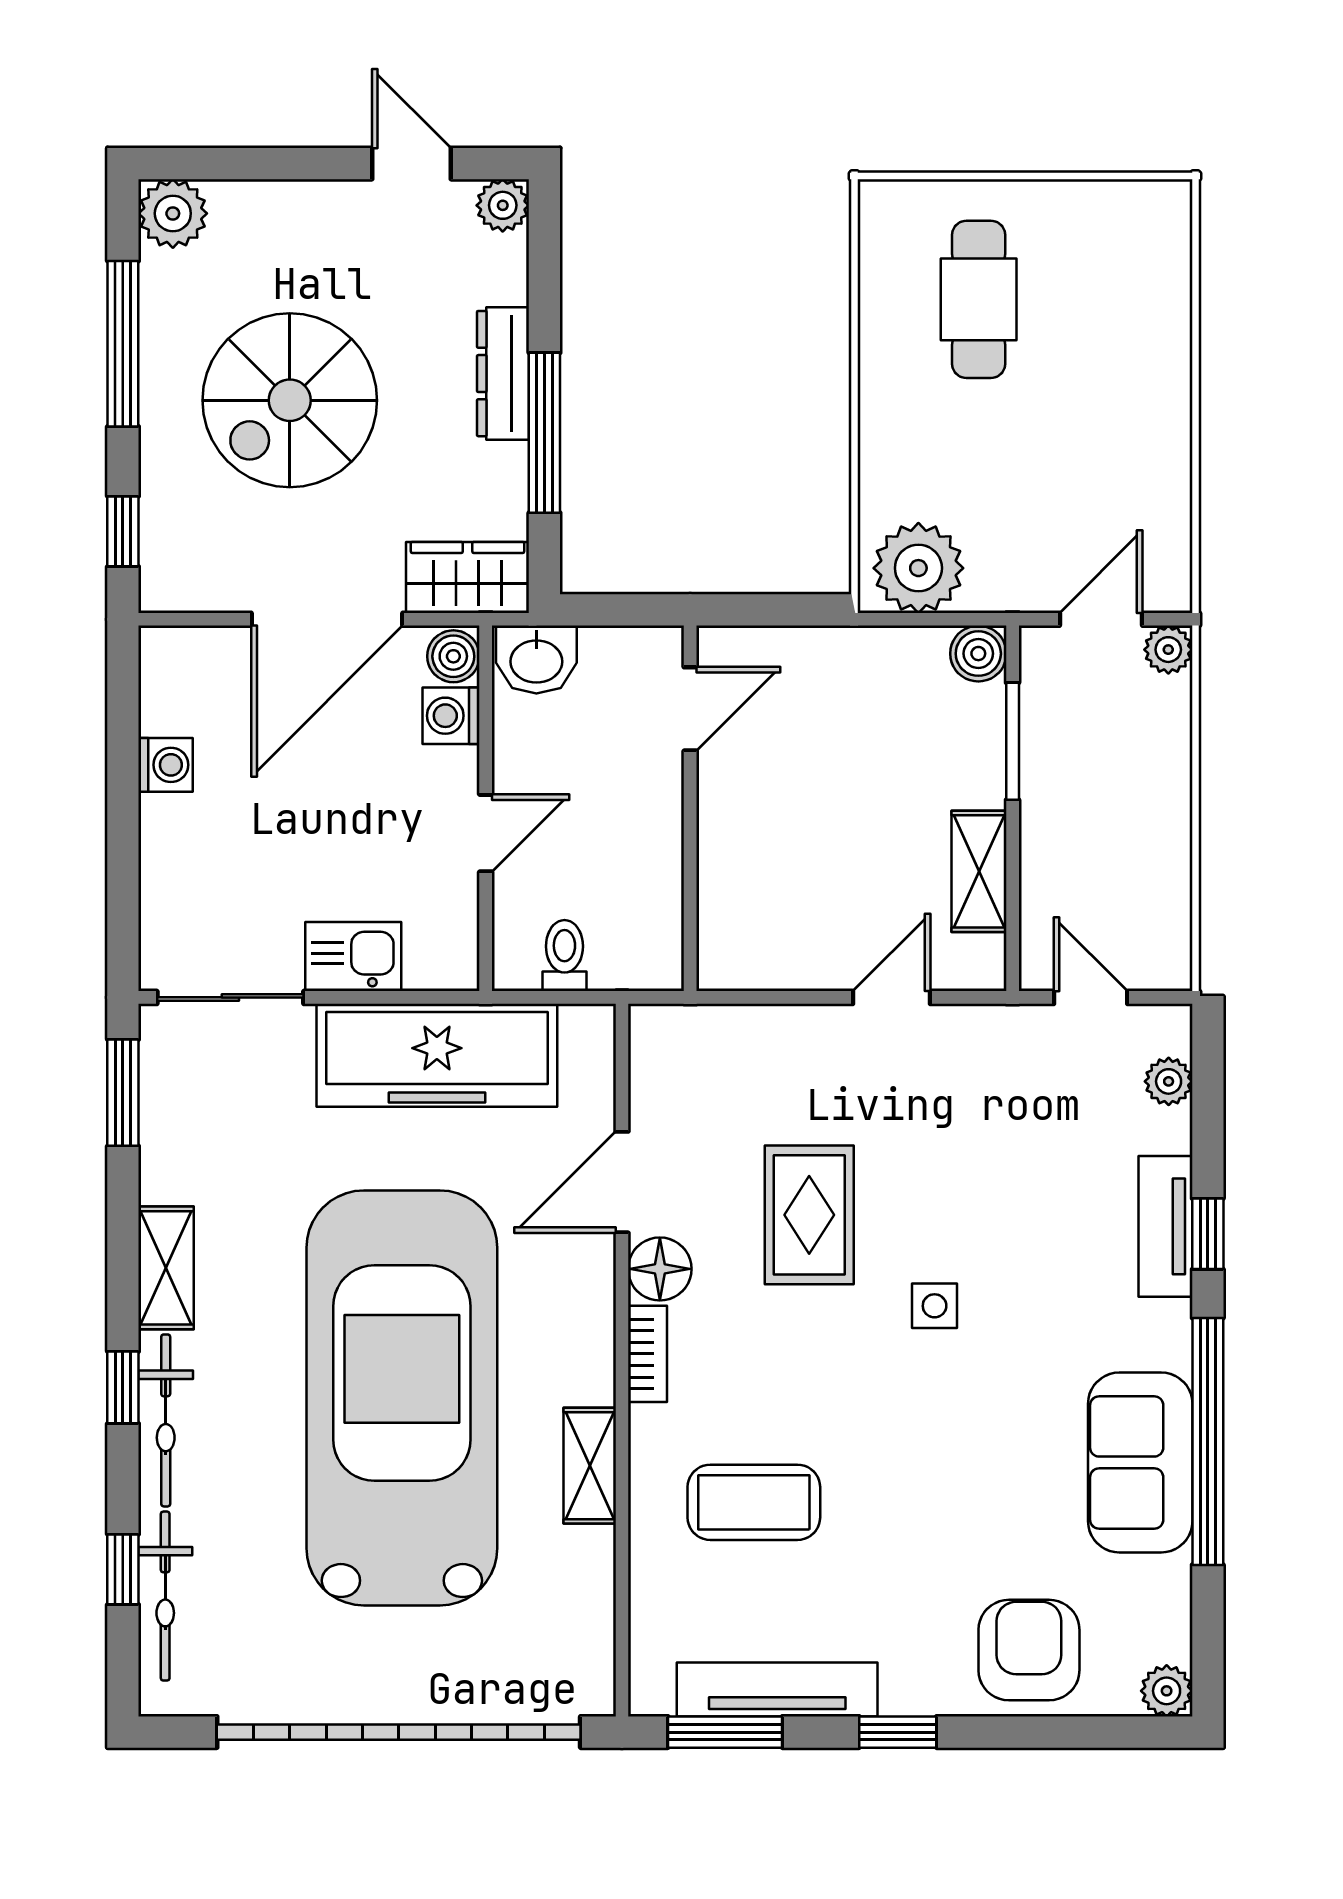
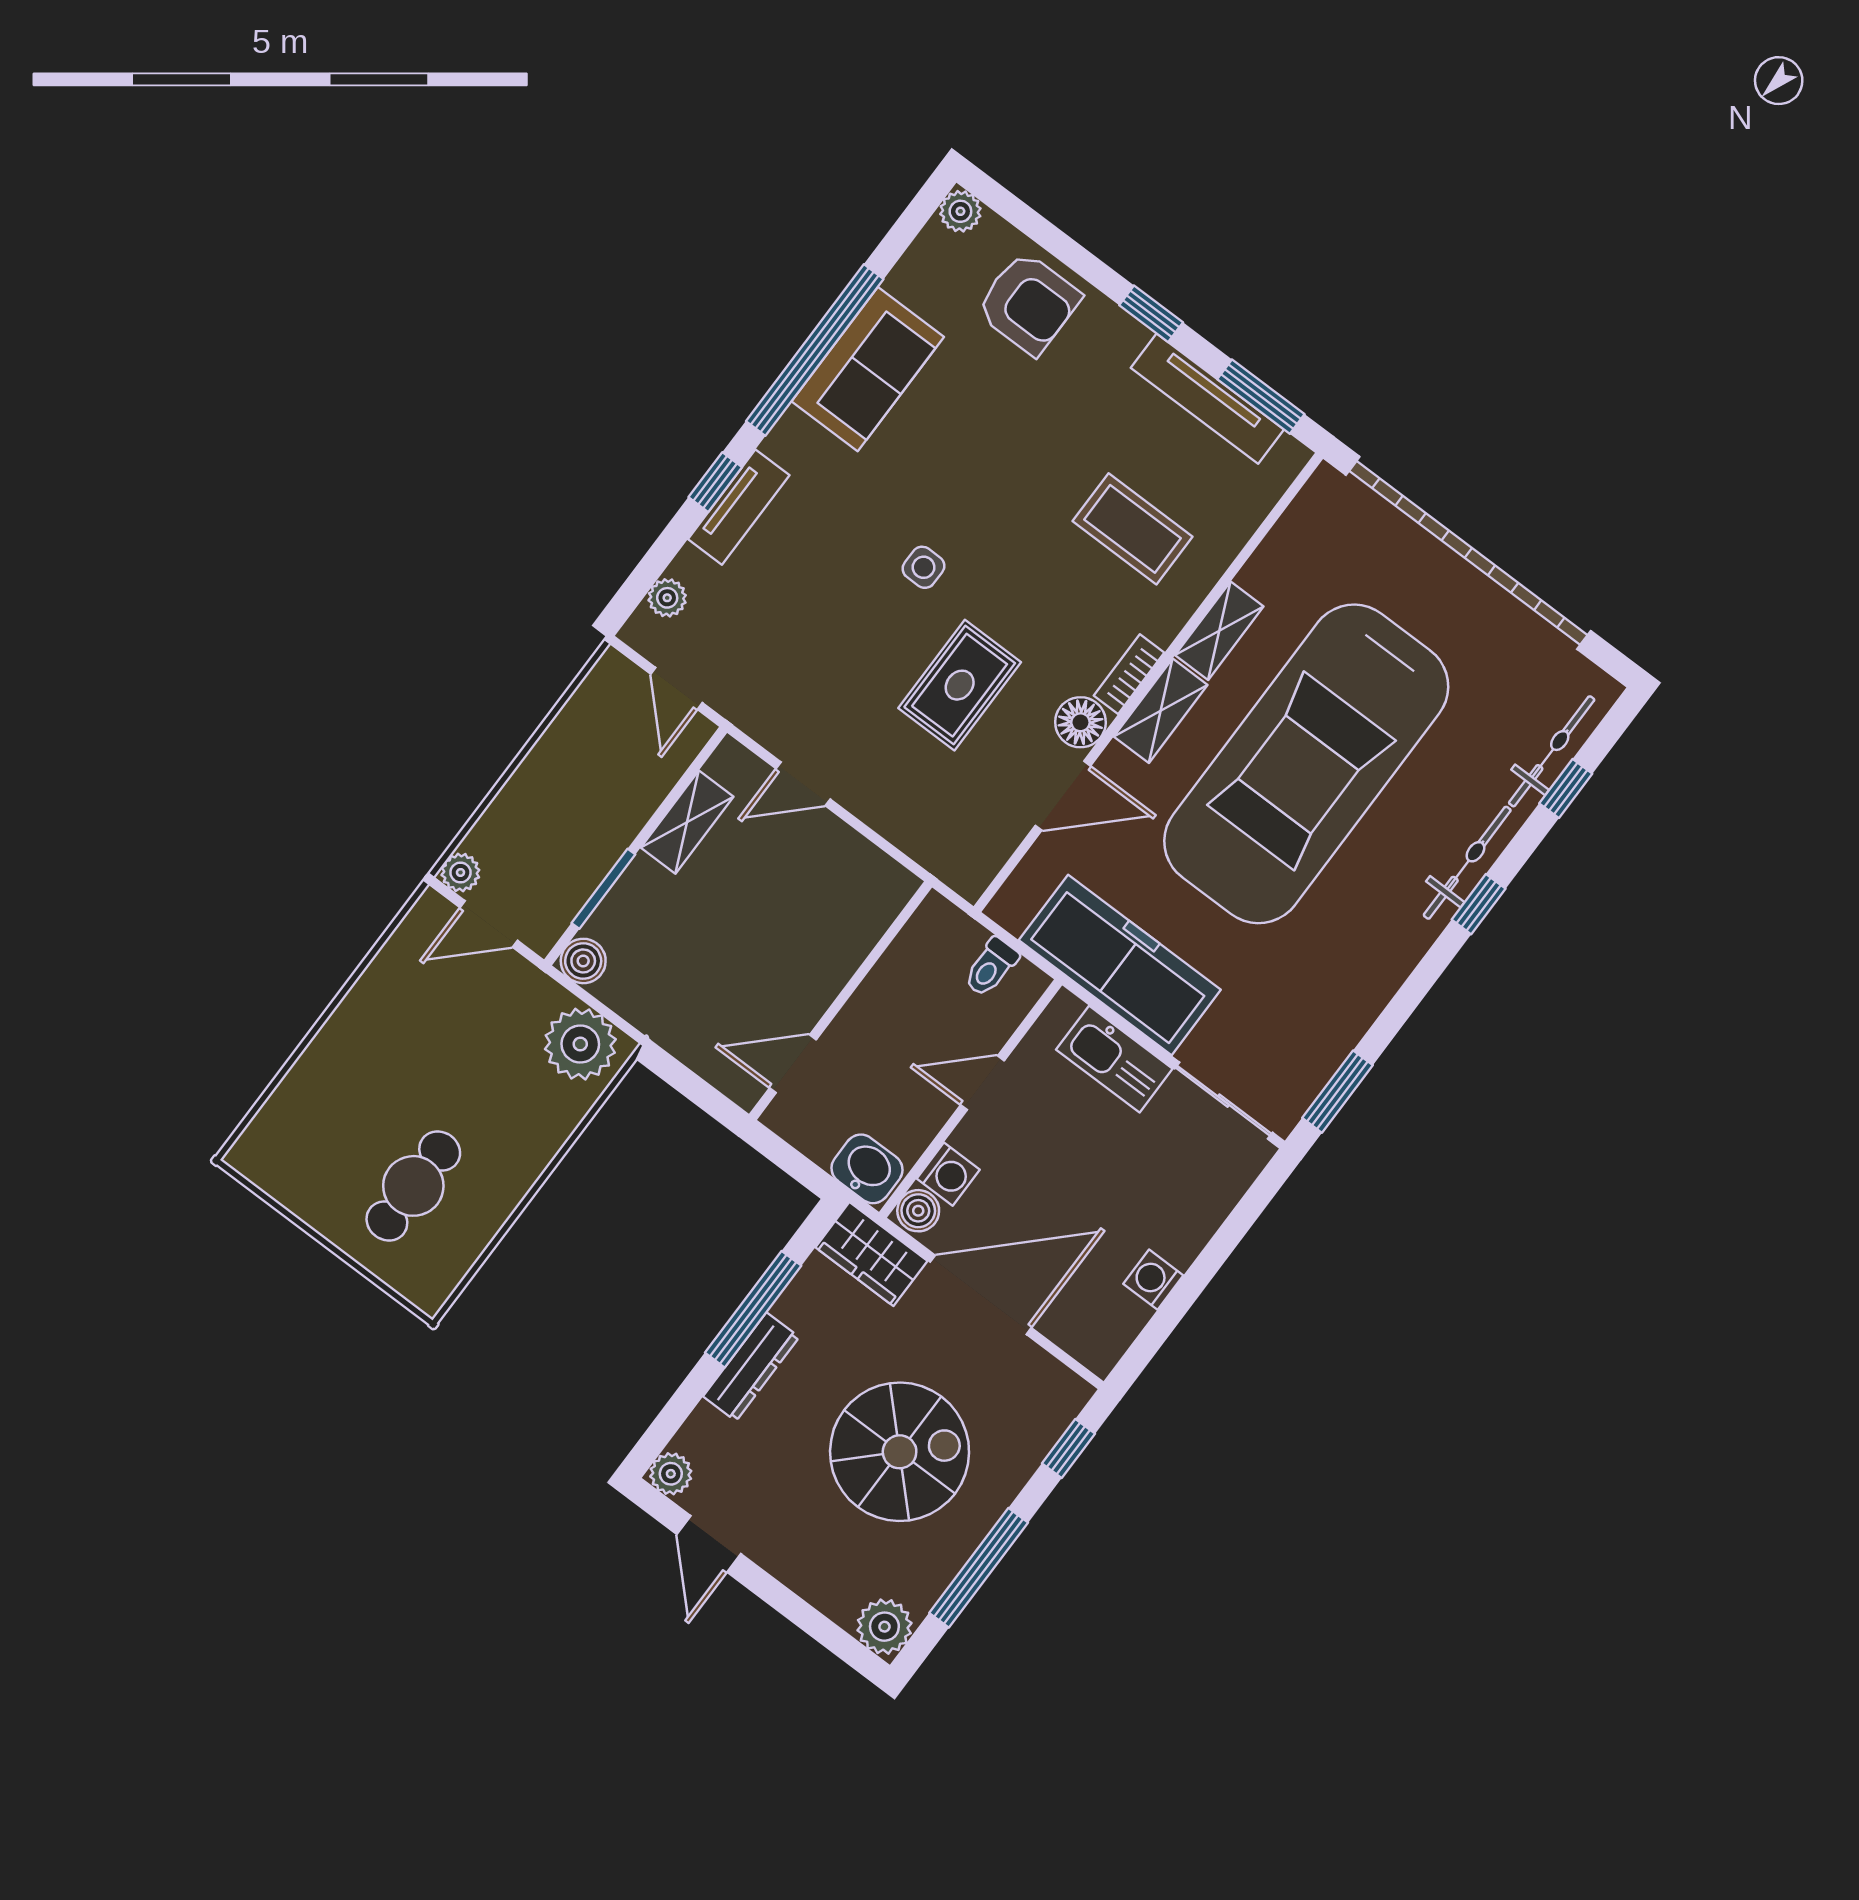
kitchen sink: (353, 957) -> (1114, 1059), width x1.38
shelving: (166, 1268) -> (1161, 711), moved
armchair: (1029, 1650) -> (1028, 303), turned -90

